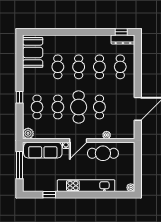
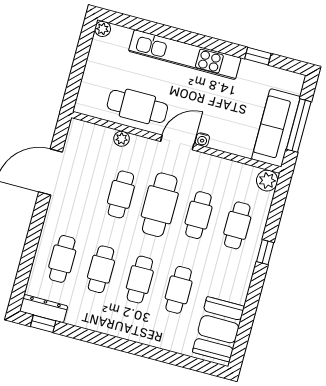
sofa: (43, 150) -> (276, 128), moved, turned -90

